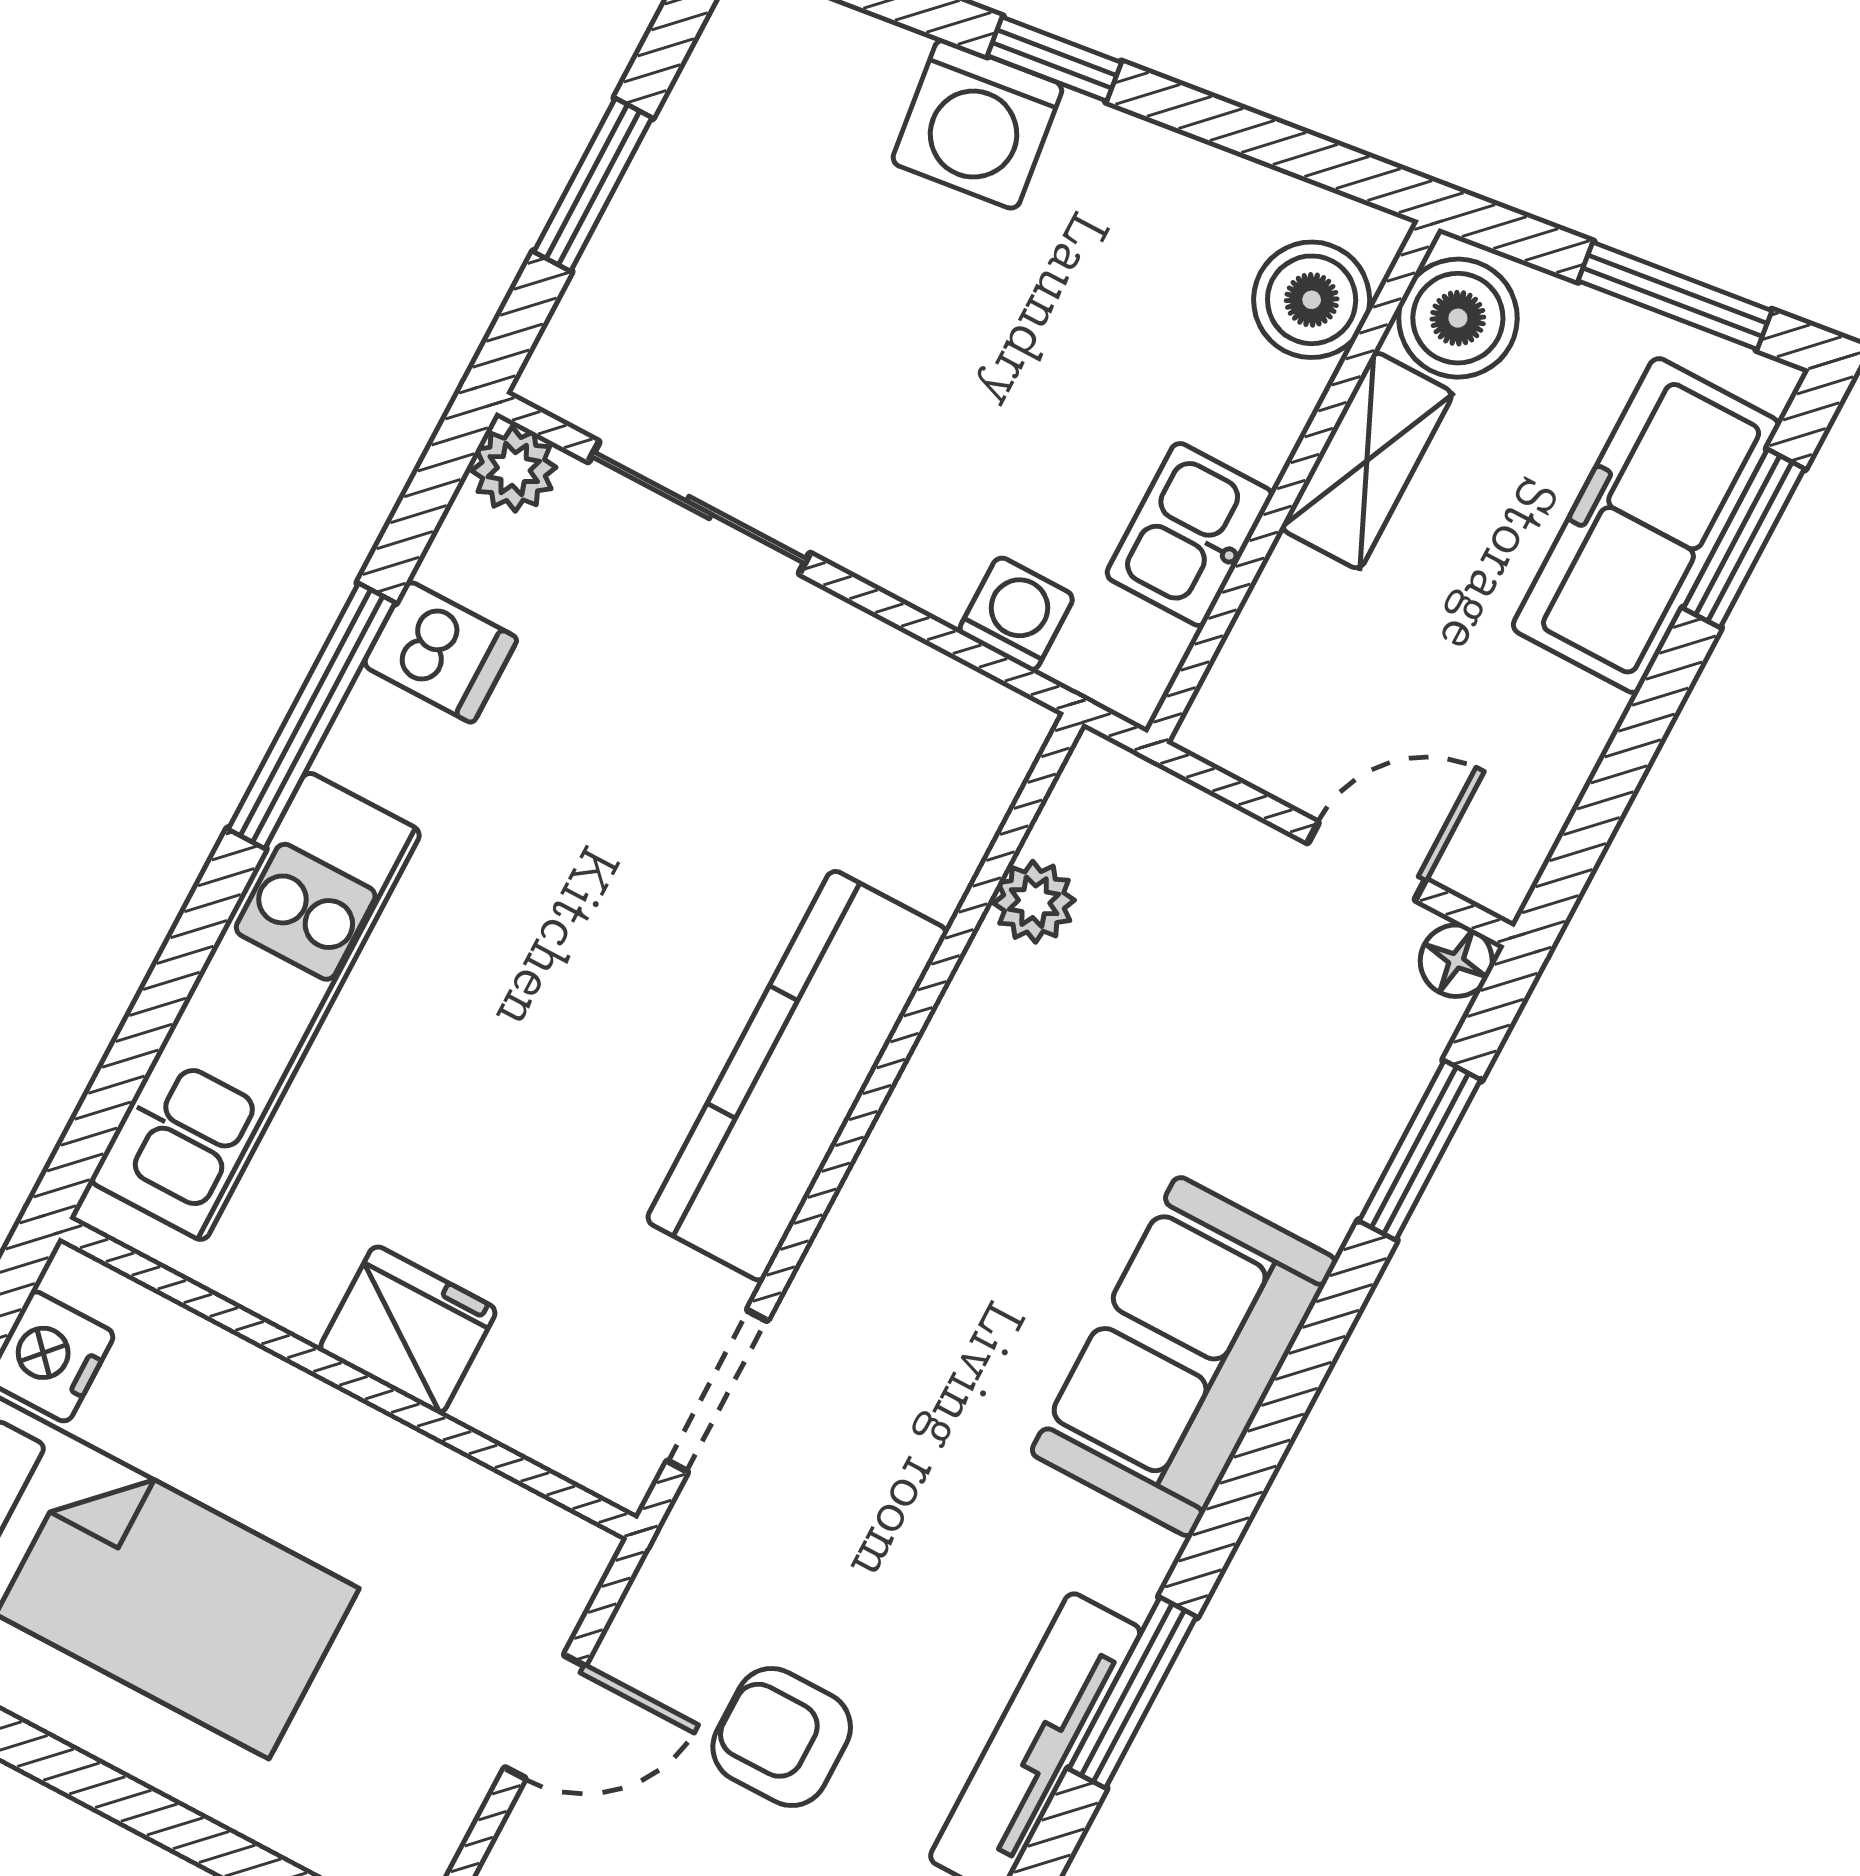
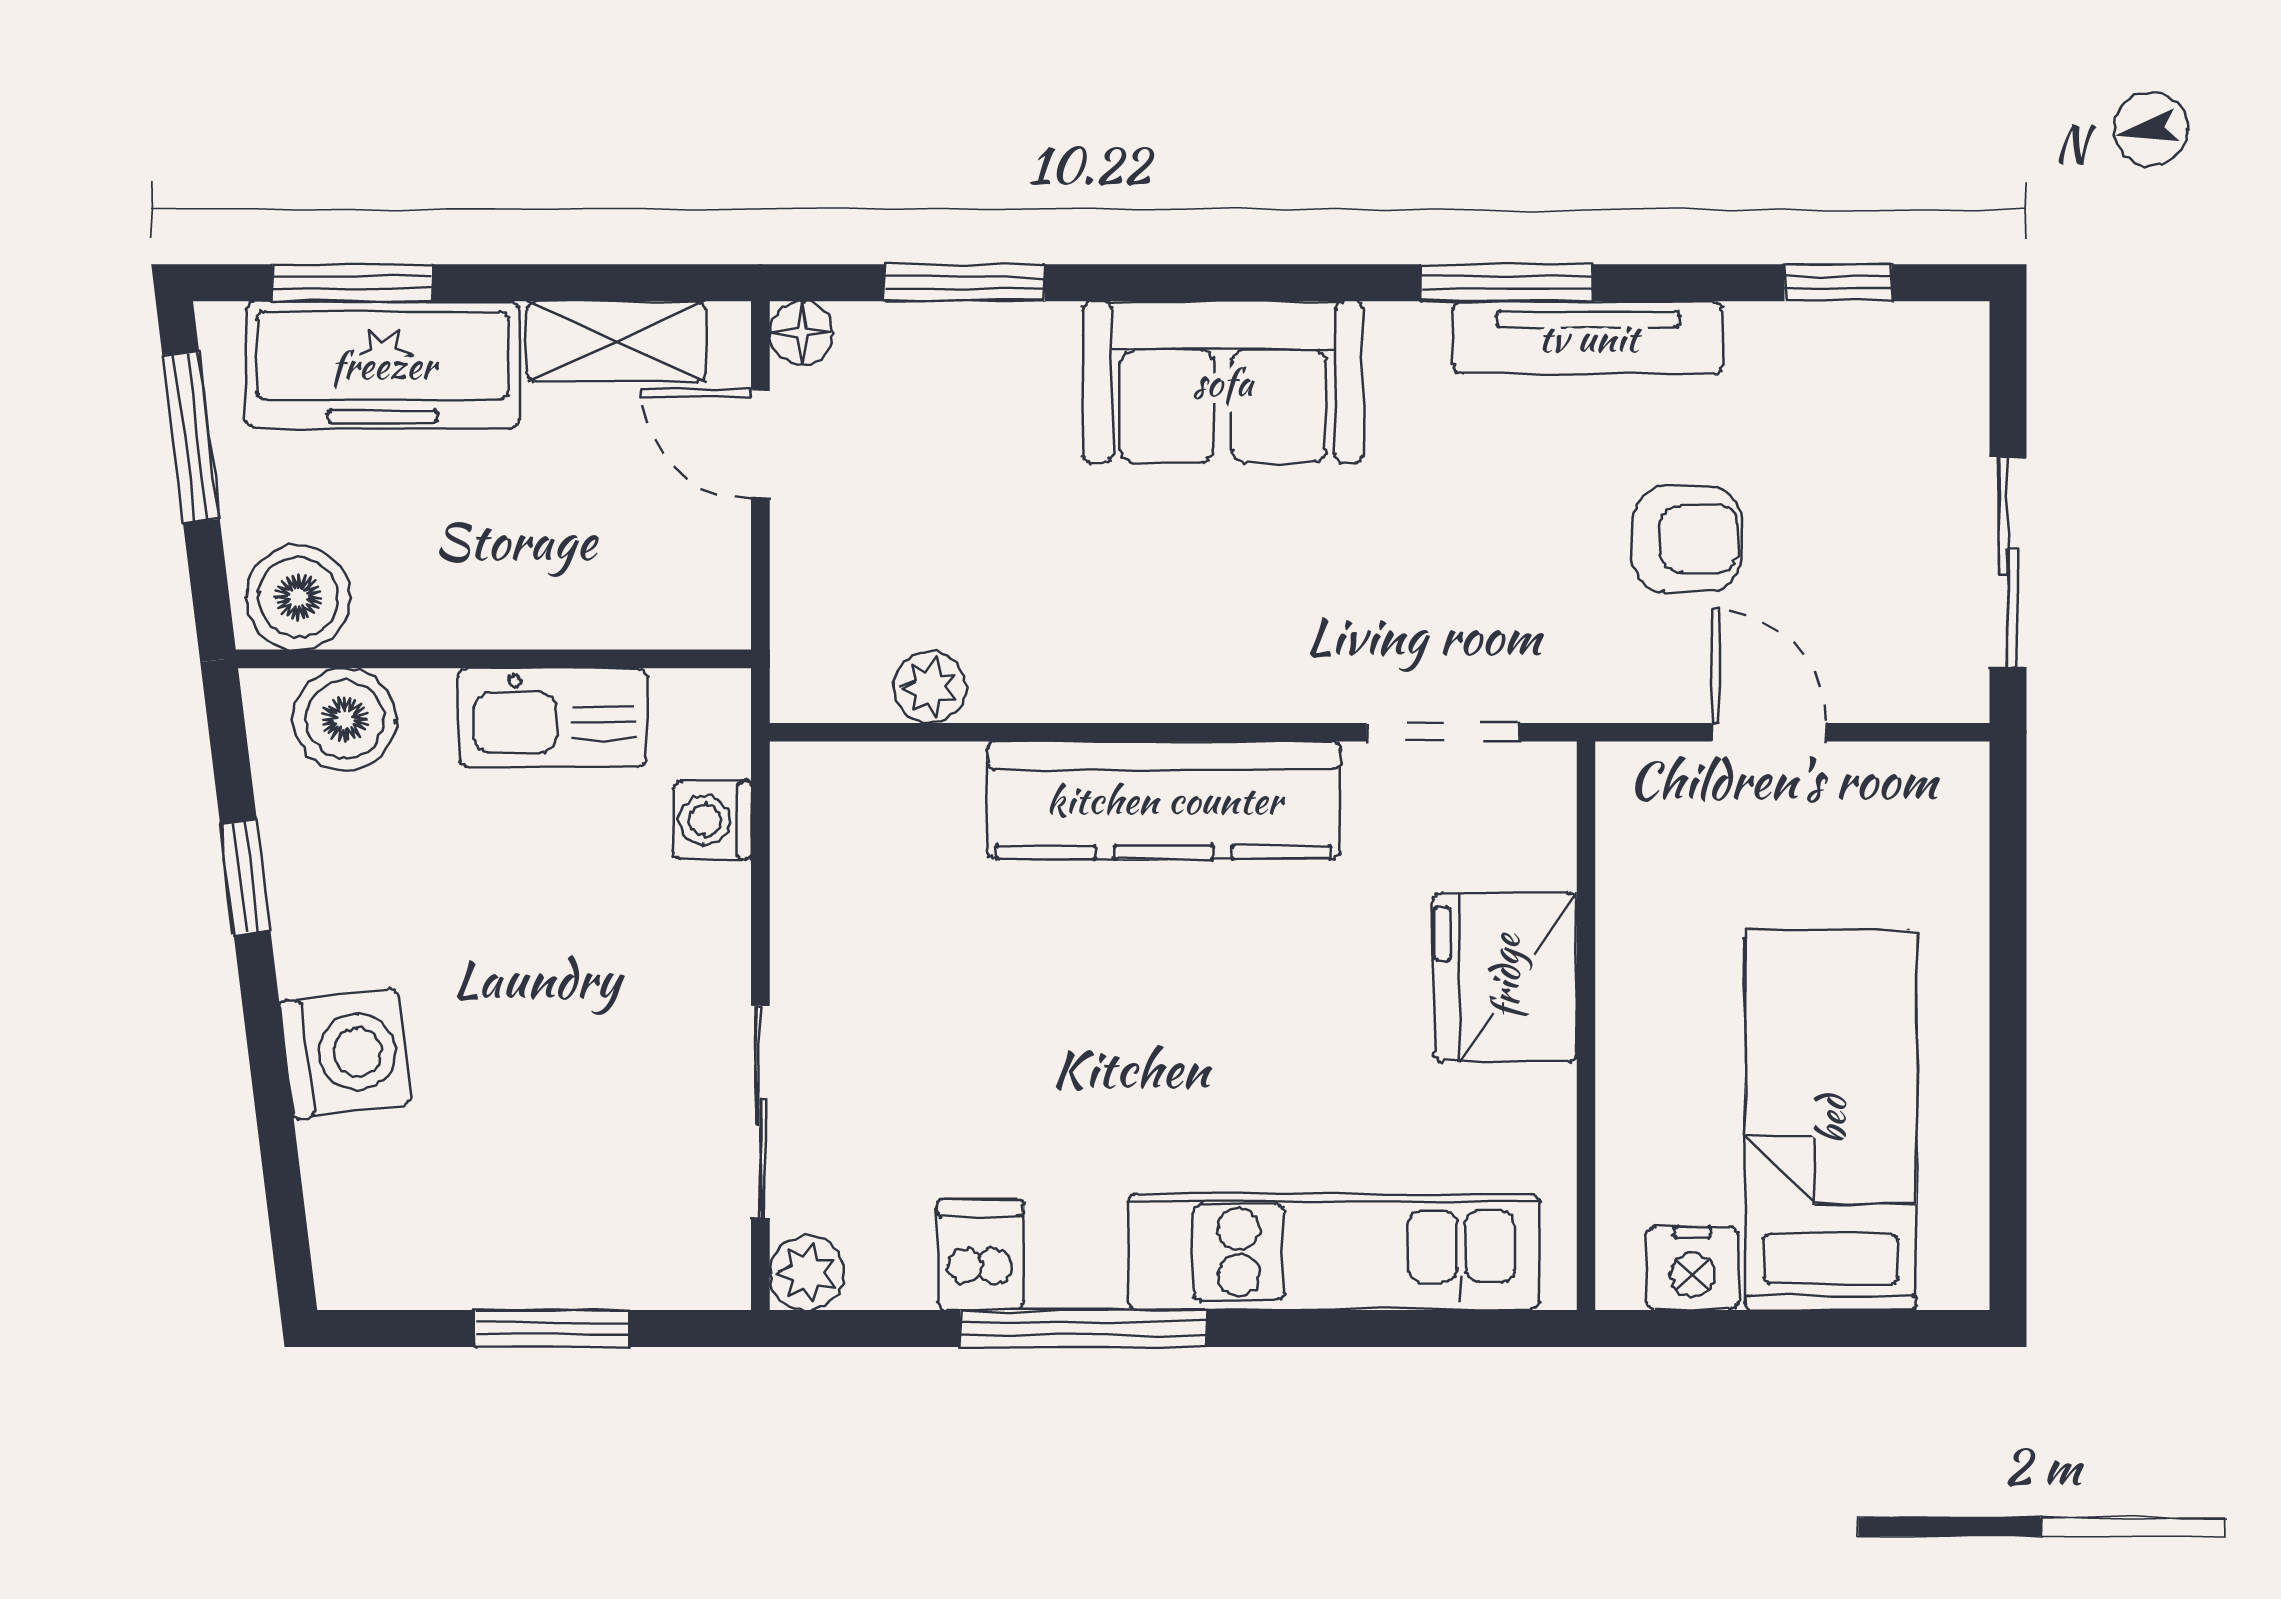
window: (1054, 59) -> (245, 877), moved
shelving: (1367, 461) -> (616, 341), moved
kitchen sink: (1190, 534) -> (553, 718), width x1.38
fridge: (408, 1330) -> (1505, 977), width x1.36, depth x1.34
armchair: (782, 1737) -> (1687, 539), turned -90

